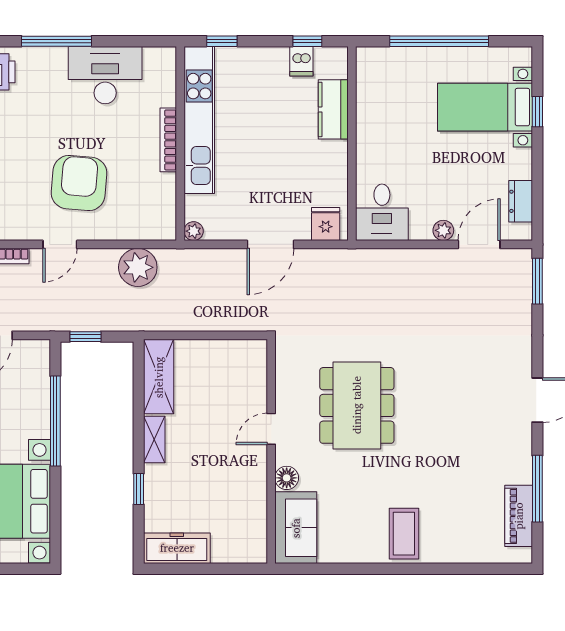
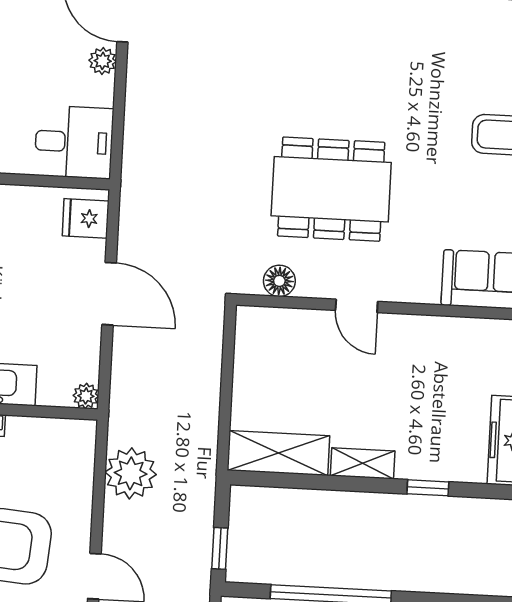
floor lamp: (287, 478) -> (279, 281), moved

